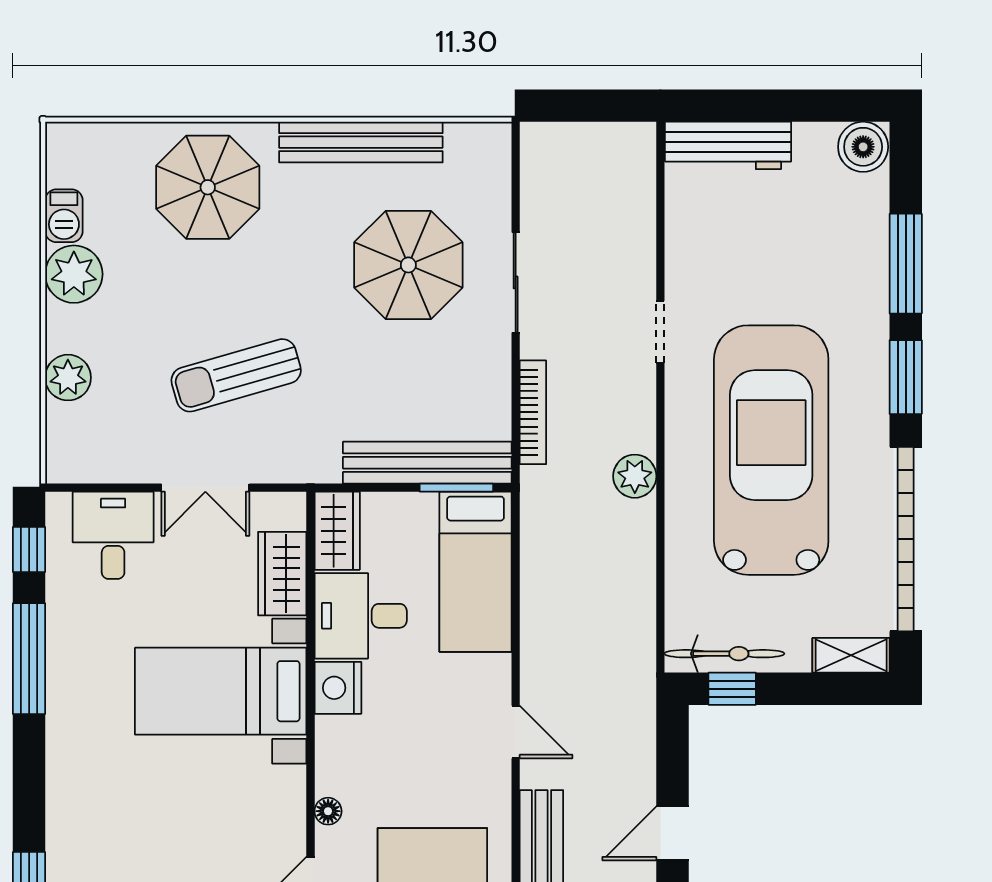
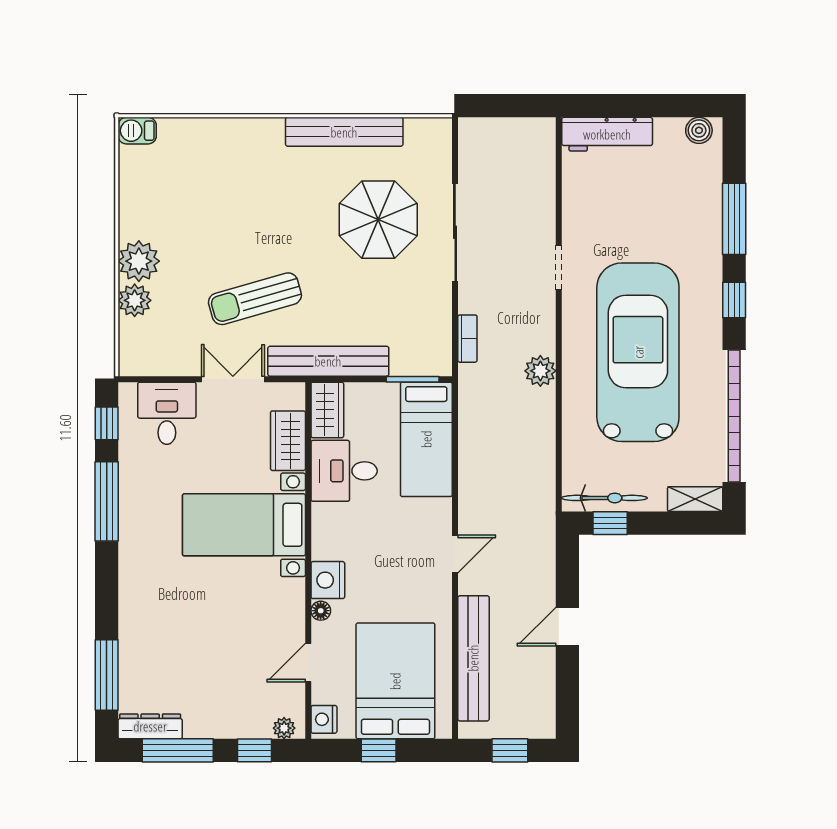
boiler: (863, 147) -> (699, 130), width x0.73, depth x0.73
parasol: (208, 187) -> (235, 164), removed
barbecue: (64, 216) -> (137, 131), moved, turned 90
plant: (74, 274) -> (139, 261), moved
sliding door: (516, 282) -> (455, 232), width x1.37
window: (906, 377) -> (734, 300), width x0.67
bookcase: (533, 412) -> (467, 339), width x0.64
bench: (427, 463) -> (328, 361), moved
double door: (205, 488) -> (233, 379), swing flipped
nightstand: (338, 688) -> (328, 580), moved
door: (516, 732) -> (455, 554), hinge flipped

